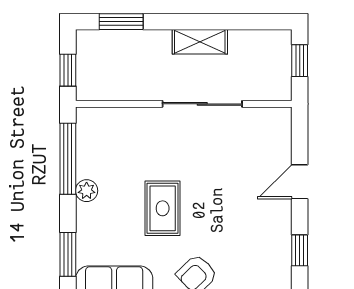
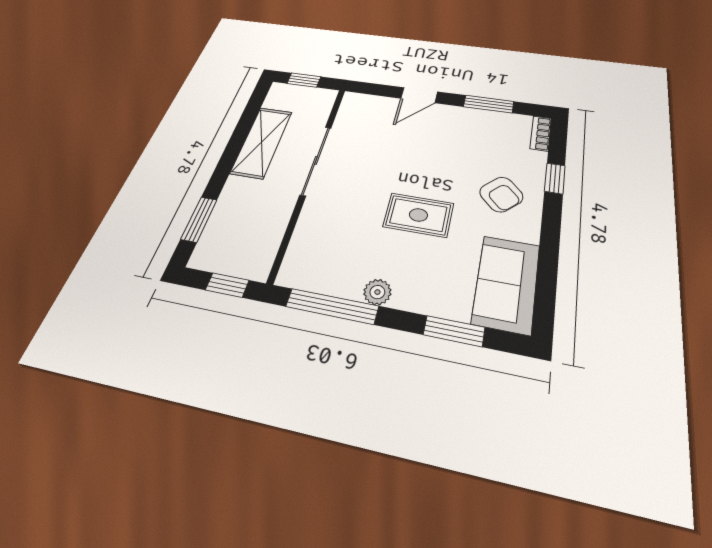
shelving: (200, 42) -> (262, 142), width x1.50, depth x1.33
door: (300, 182) -> (419, 95), hinge flipped
window: (300, 250) -> (489, 104), width x1.50

